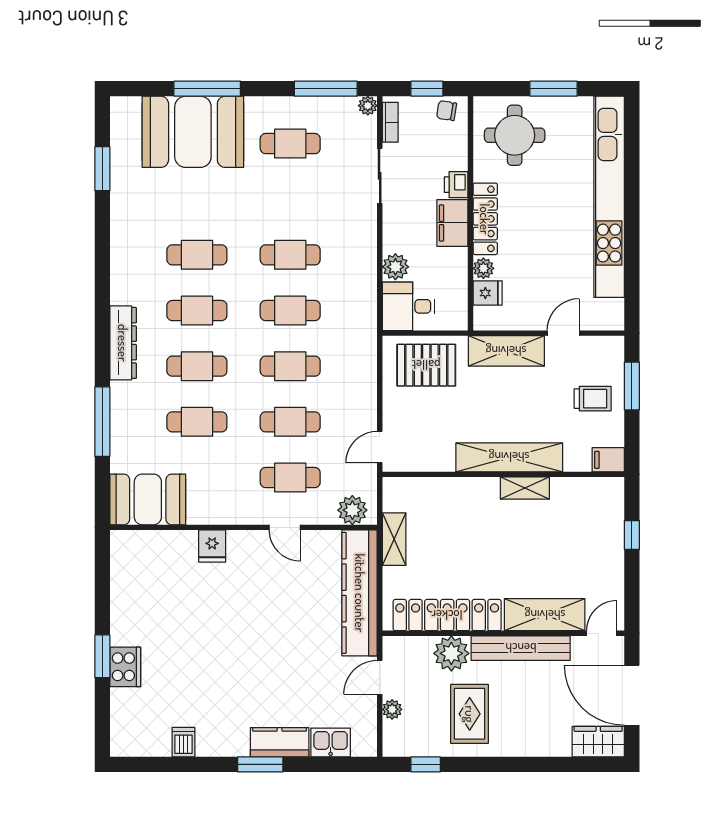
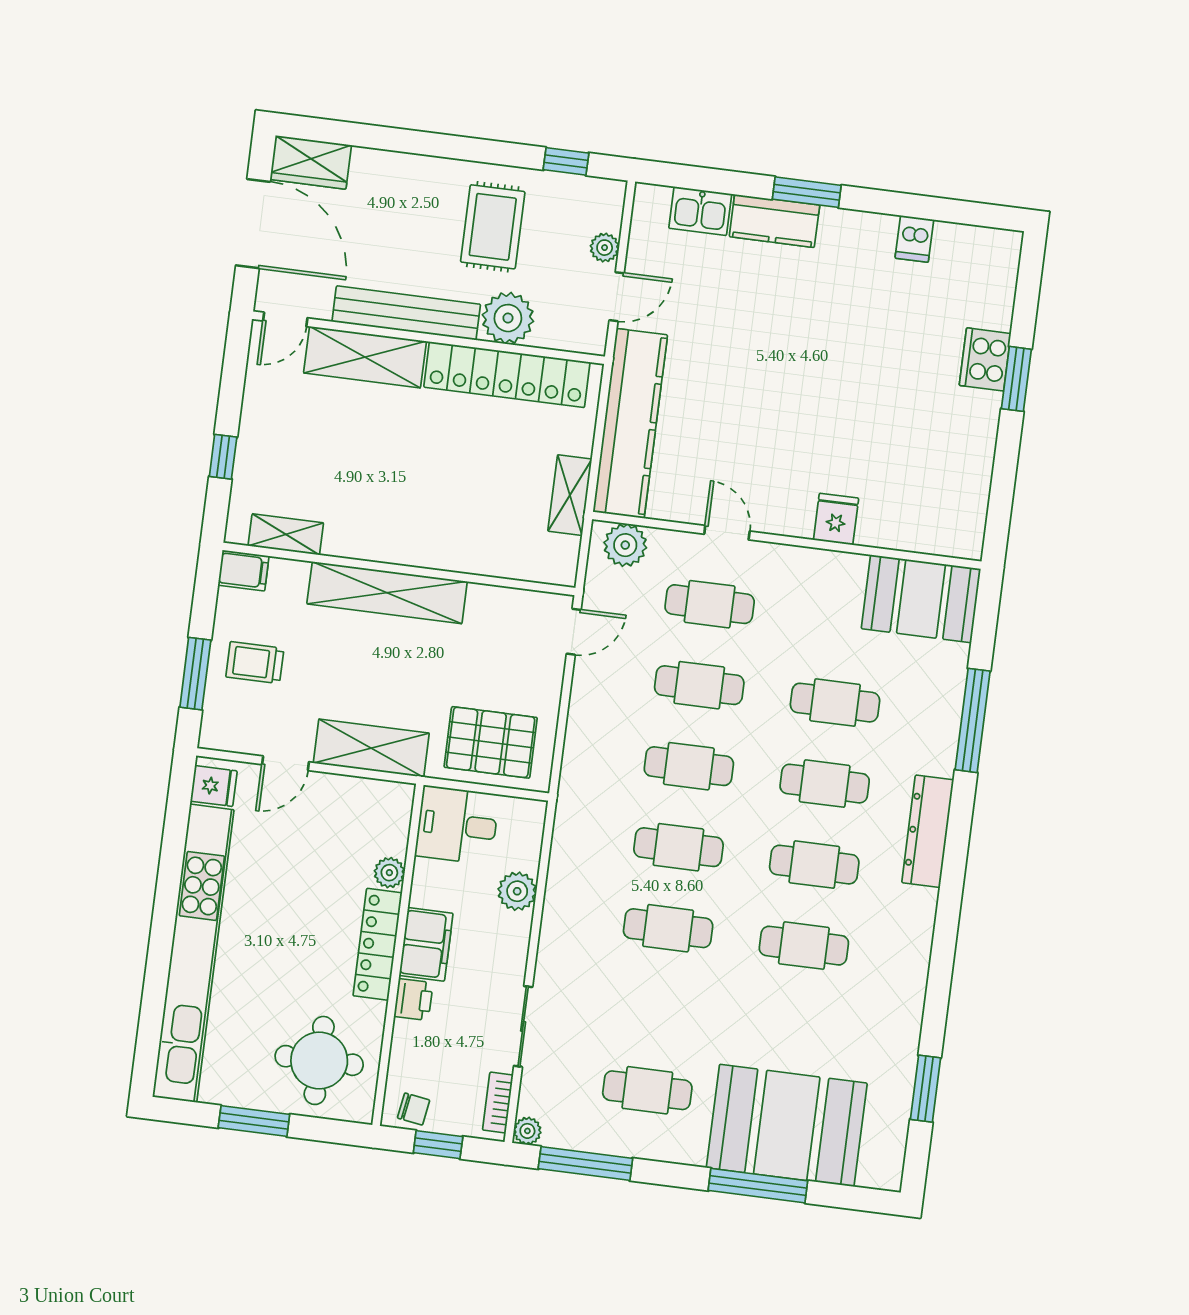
fridge: (488, 293) -> (214, 786), moved, turned 180
desk: (409, 306) -> (457, 825), moved, turned 180
shelving: (525, 488) -> (286, 534), moved

